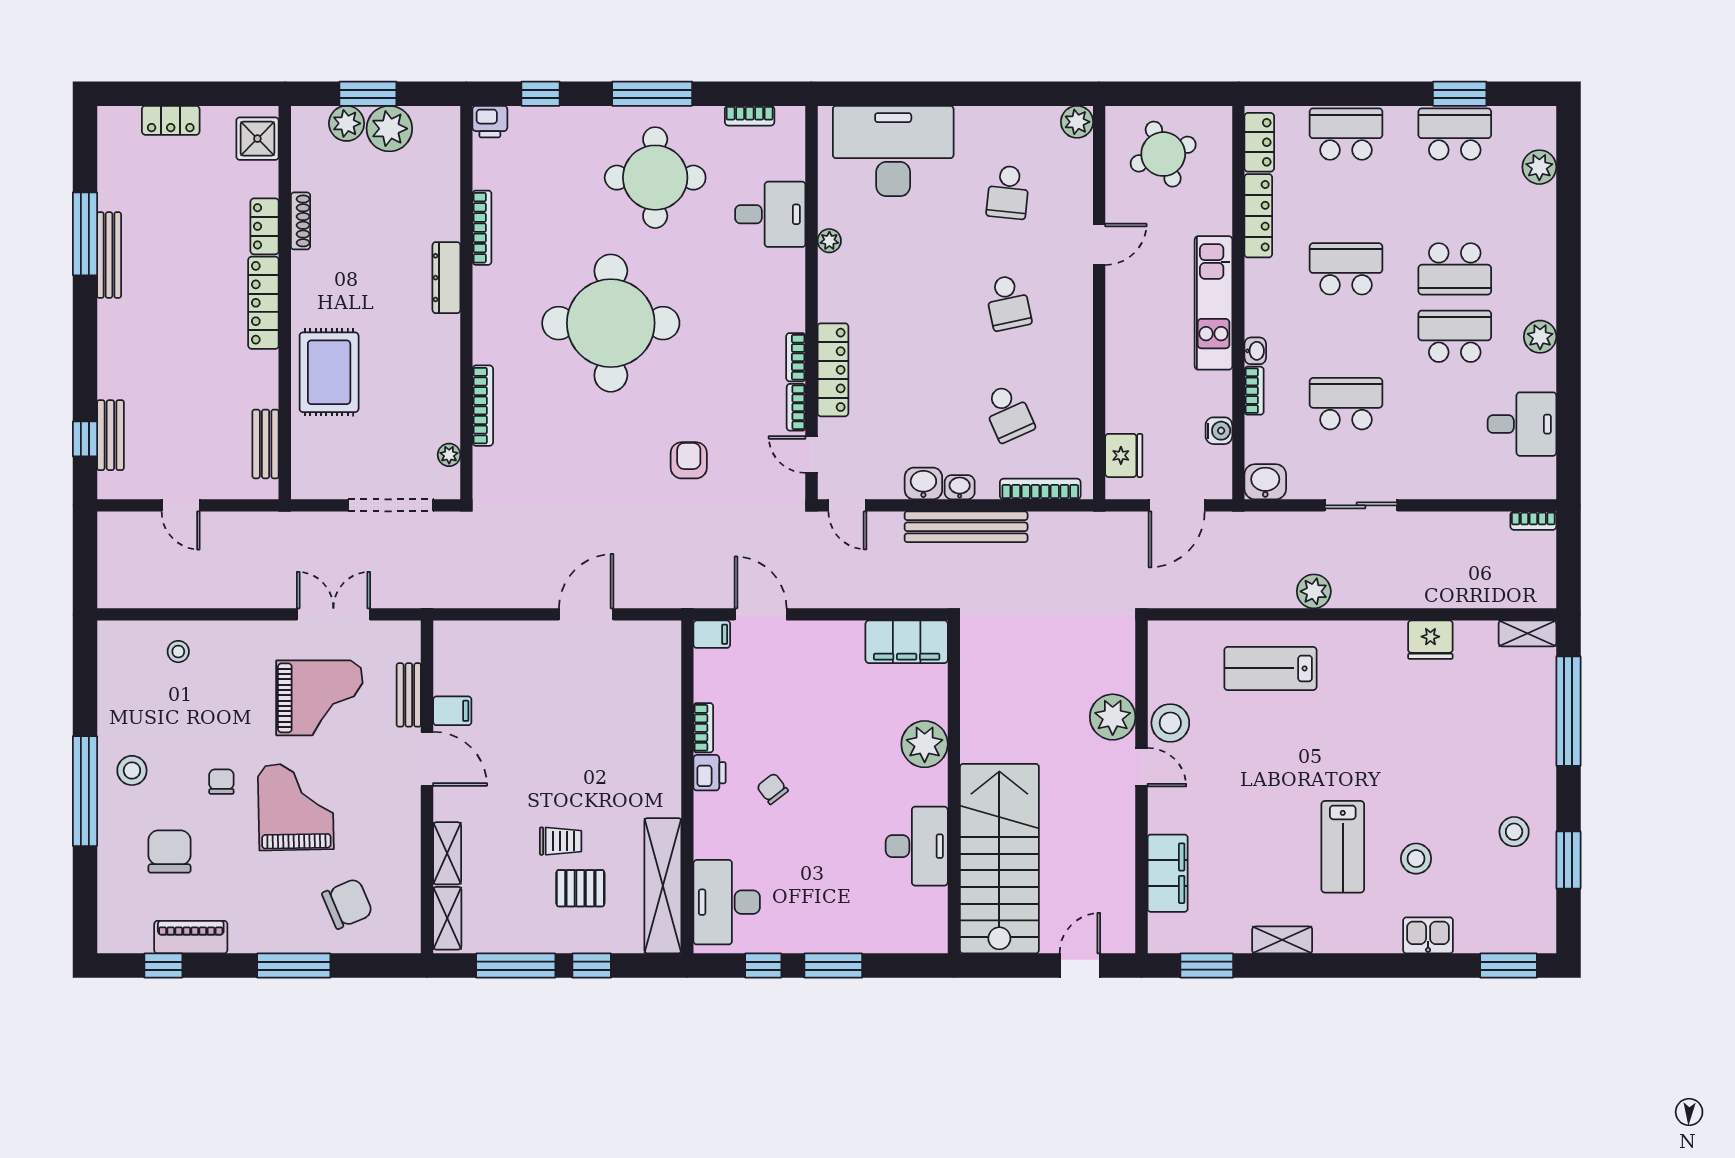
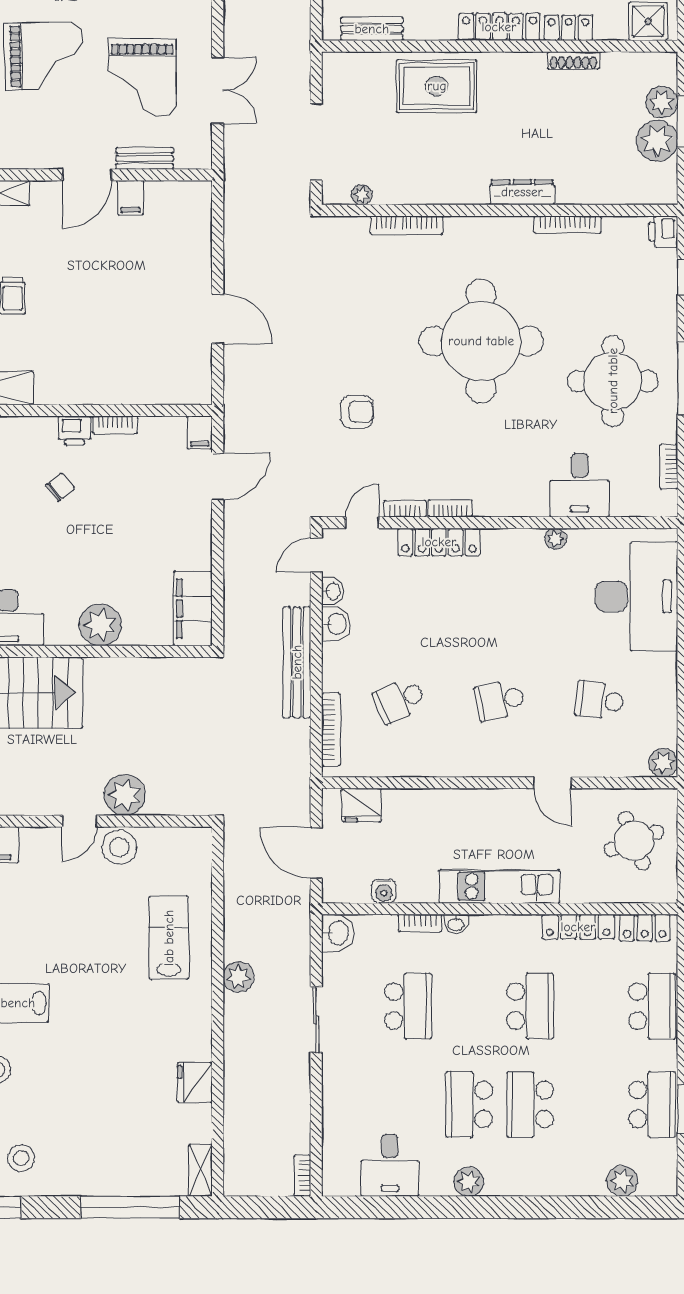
school desk: (1455, 336) -> (469, 1104), turned 180
washbasin: (960, 487) -> (333, 591), moved

